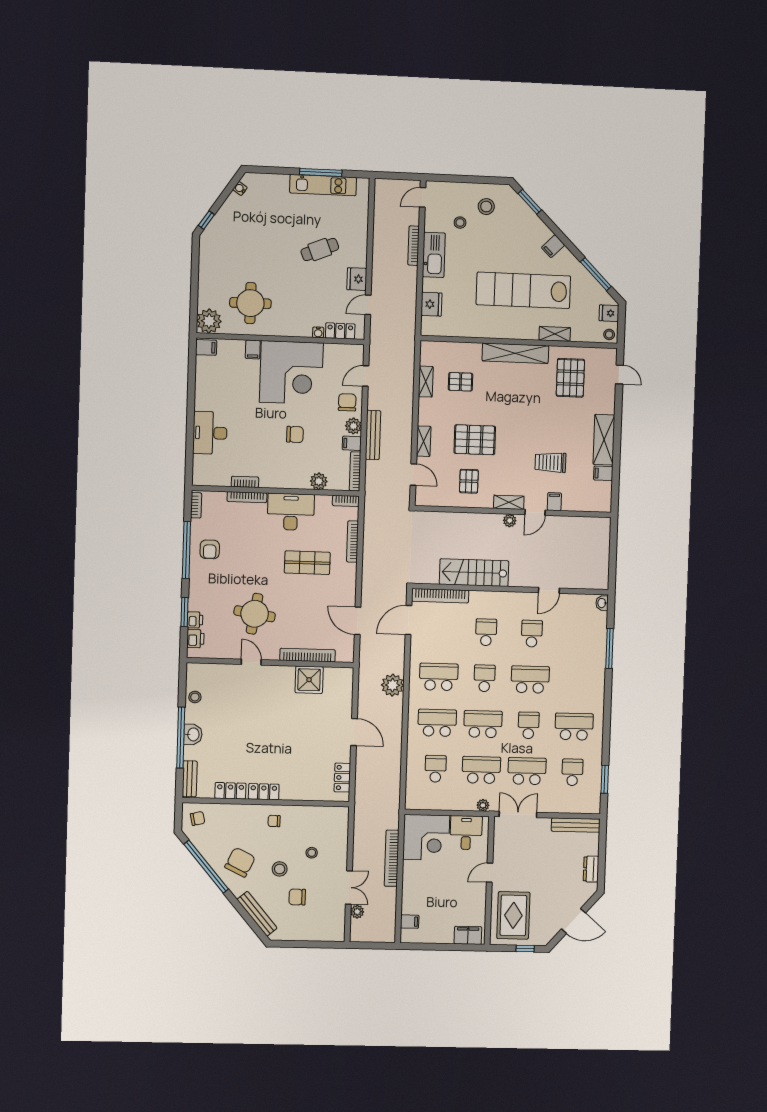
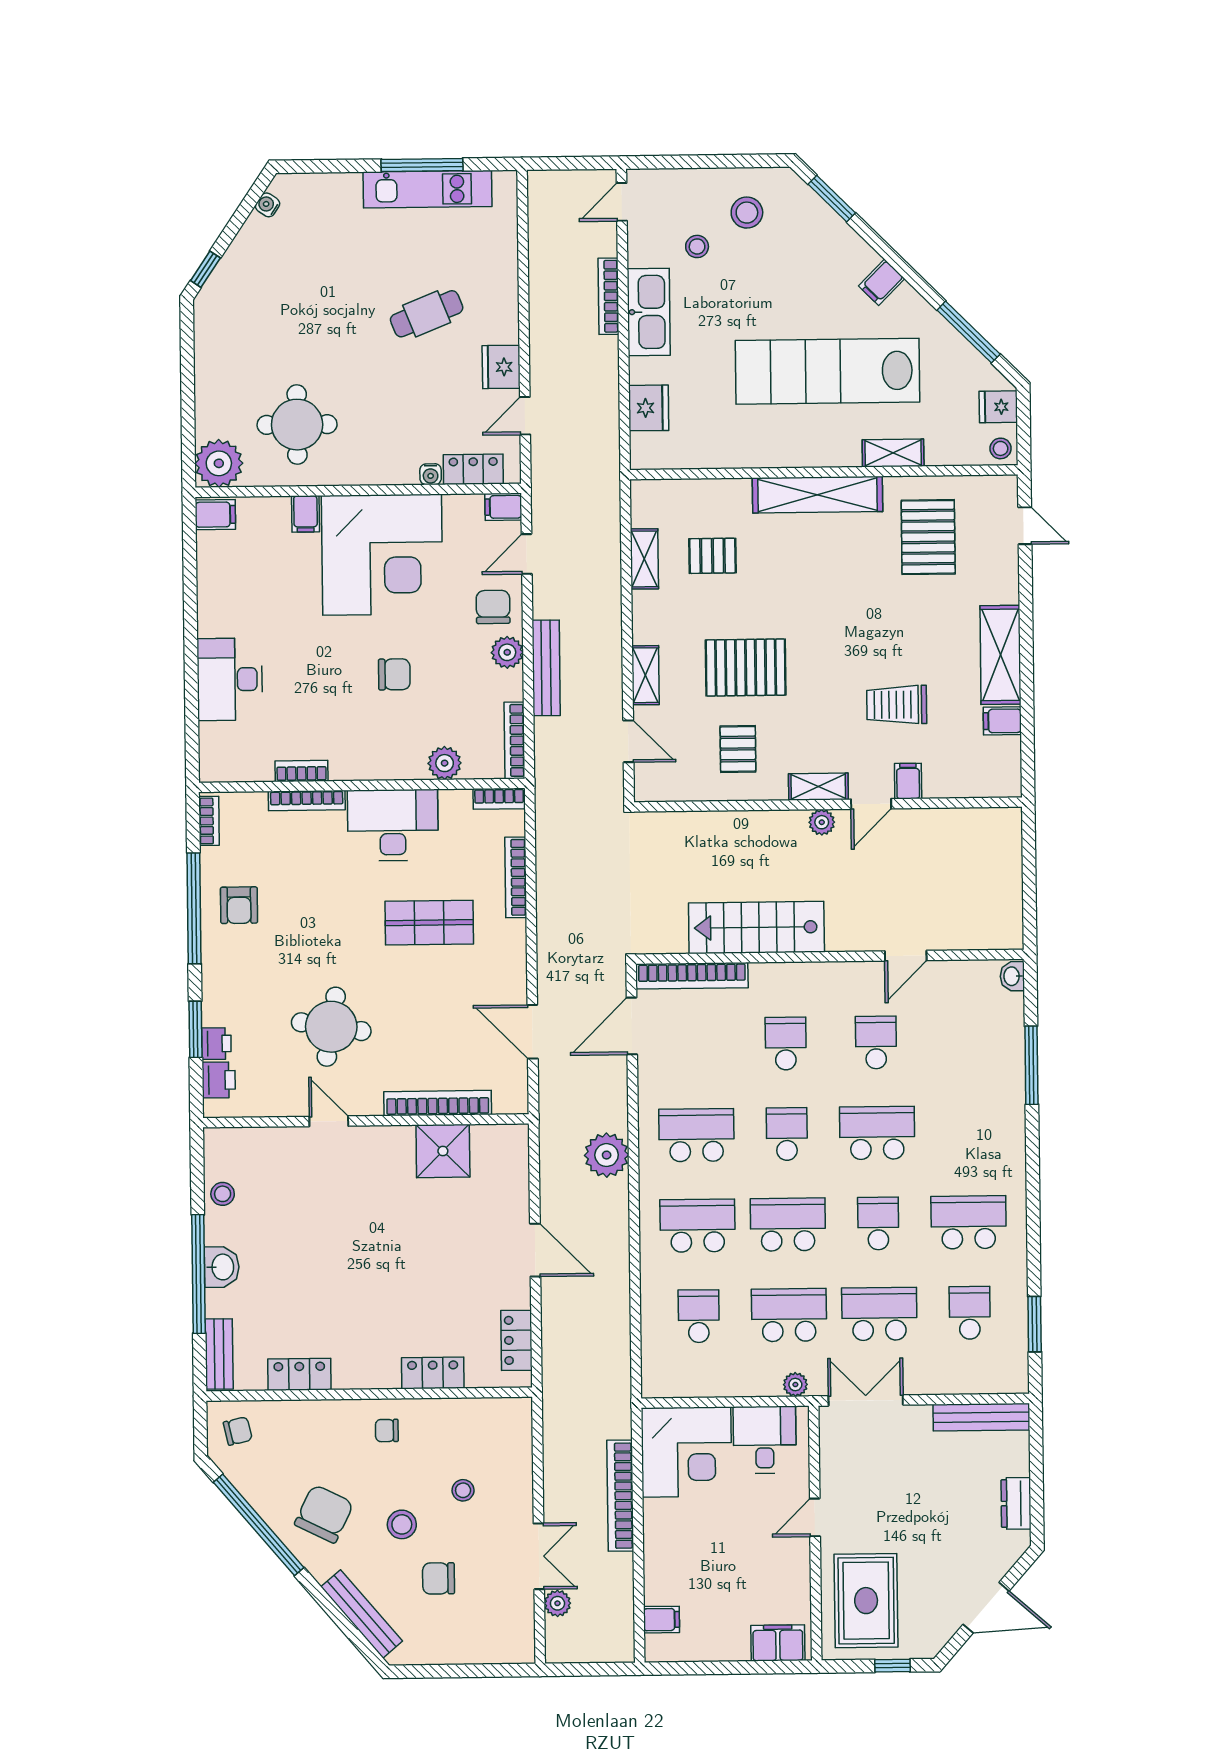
filing cabinet: (352, 443) -> (503, 507), moved
locker: (264, 792) -> (433, 1373), moved

